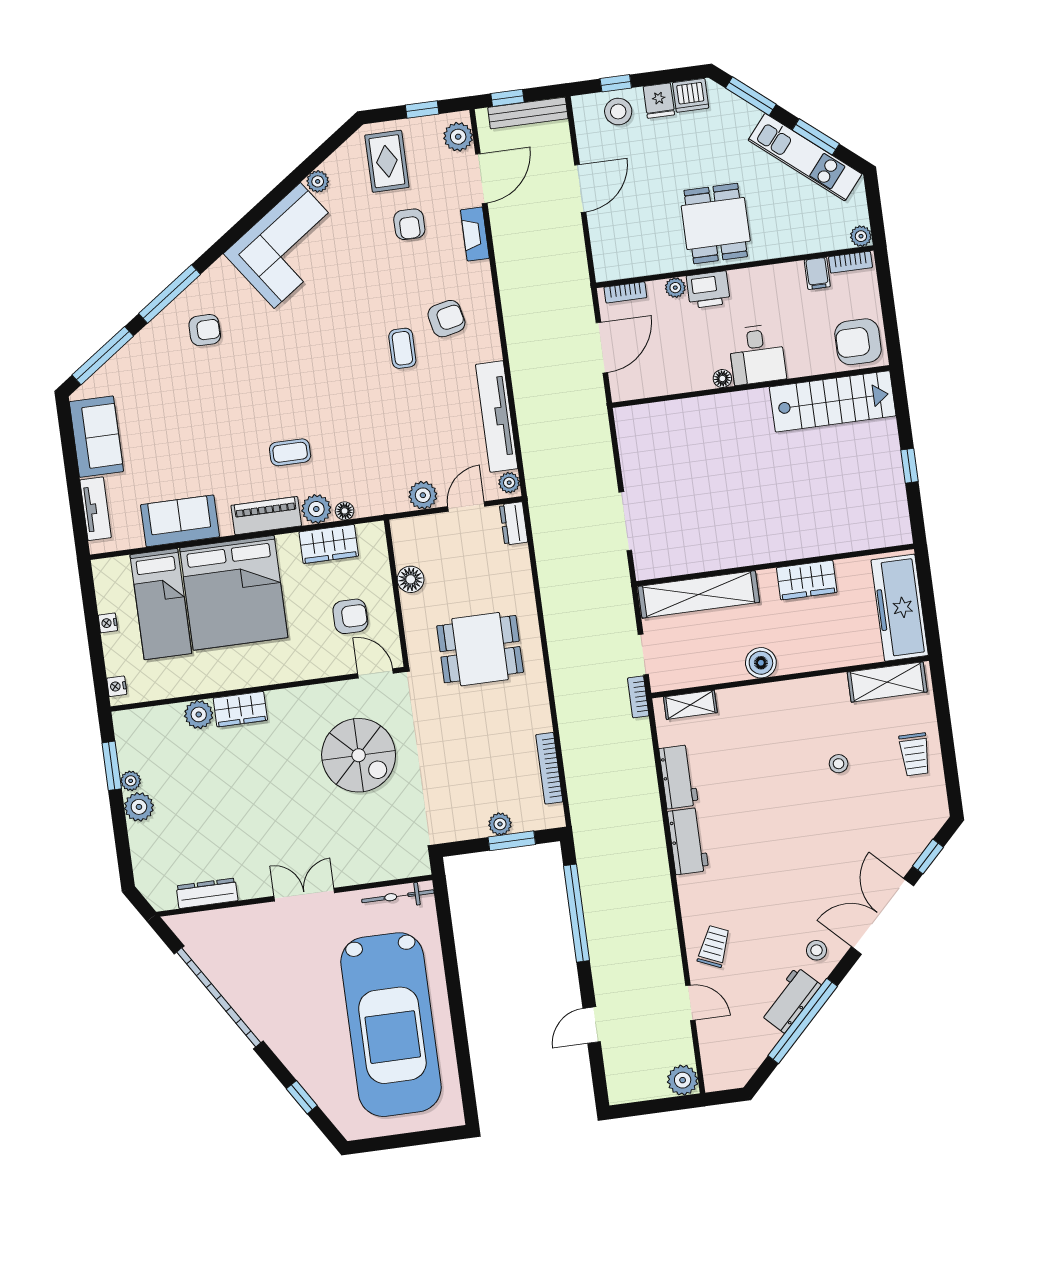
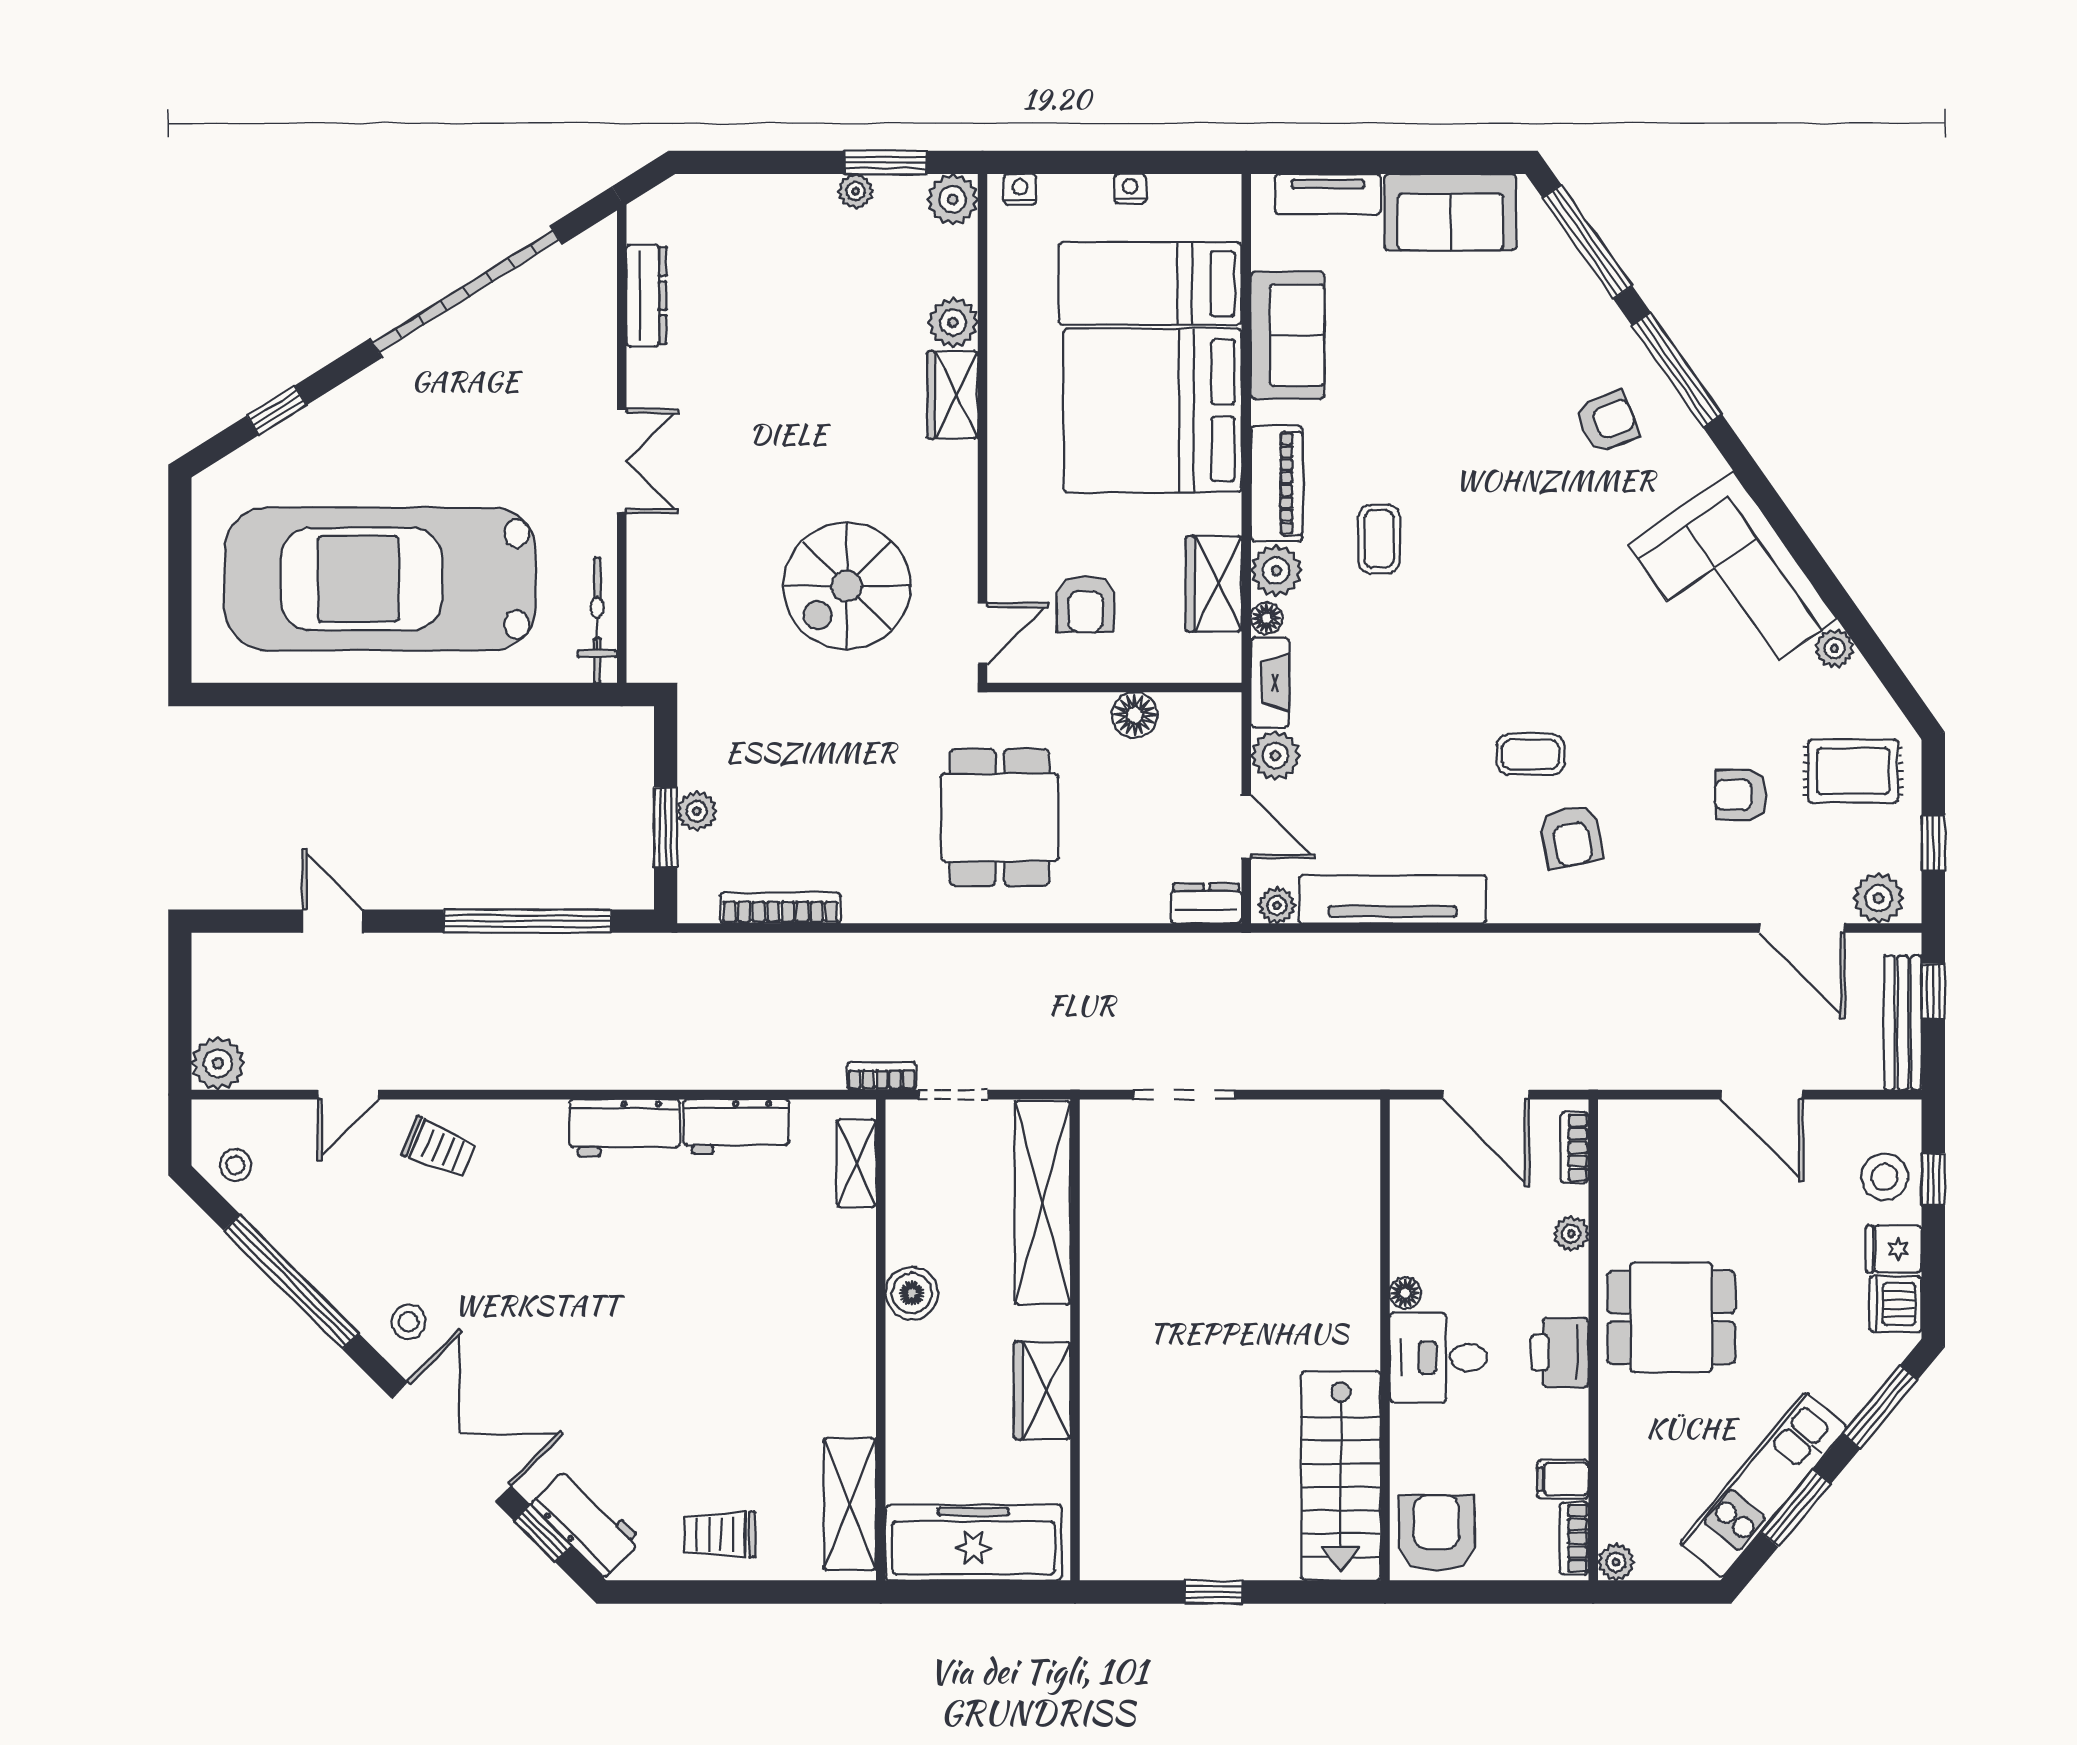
fireplace: (475, 234) -> (1270, 682), moved, turned 90
printer: (708, 290) -> (1560, 1353), moved
armchair: (205, 330) -> (1607, 421), turned -112
stool: (839, 764) -> (236, 1165), moved
plant: (139, 807) -> (953, 199), moved
workbench: (790, 1000) -> (586, 1522), moved

